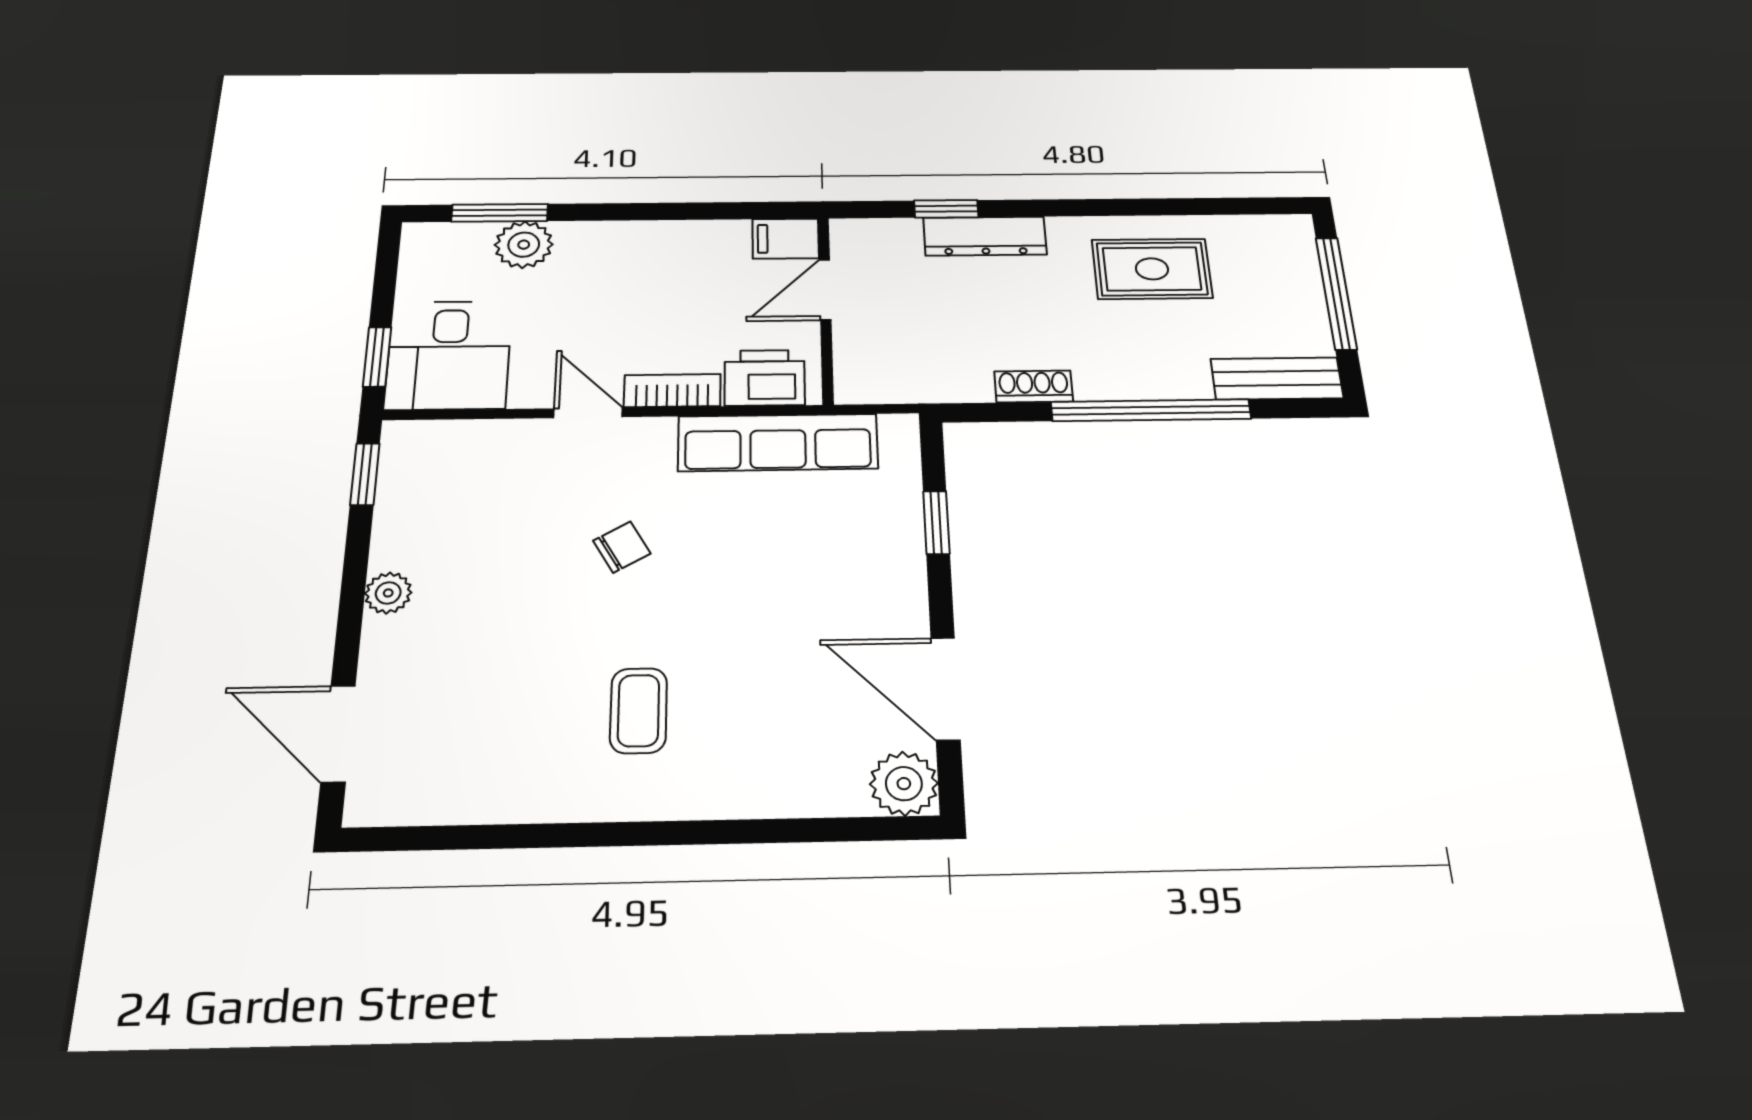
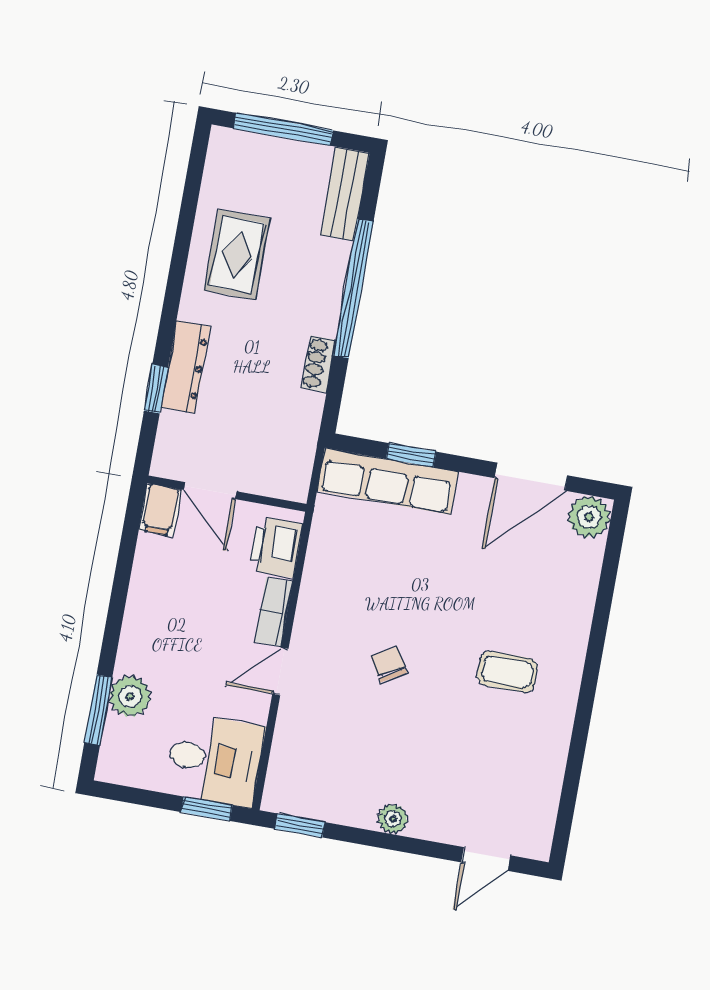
row of seats: (778, 442) -> (388, 481), moved, turned 90
door: (338, 734) -> (486, 859), width x0.73

